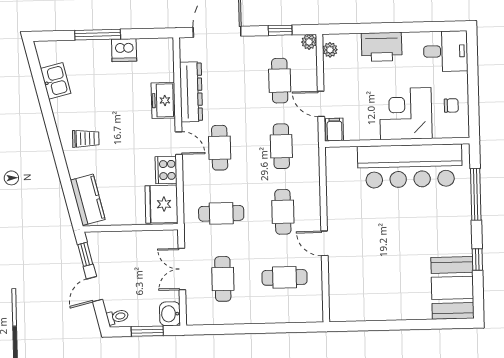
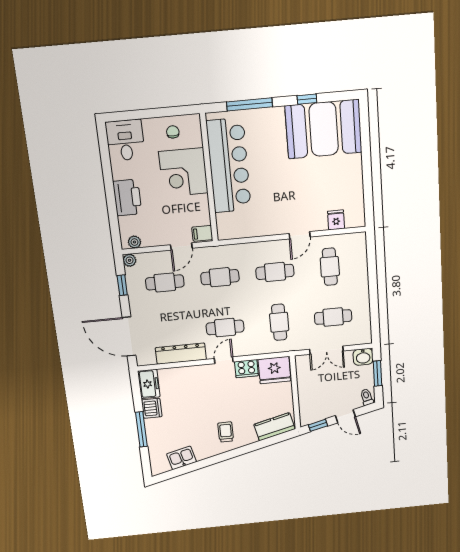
freezer: (163, 100) -> (149, 384), moved, turned -90
fridge: (339, 287) -> (336, 220), added
booth: (452, 288) -> (324, 129), width x1.36, depth x1.42

